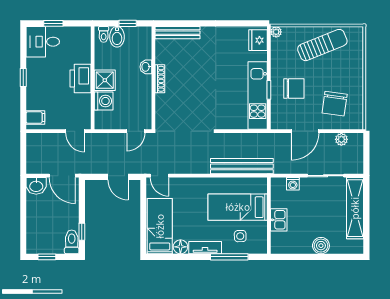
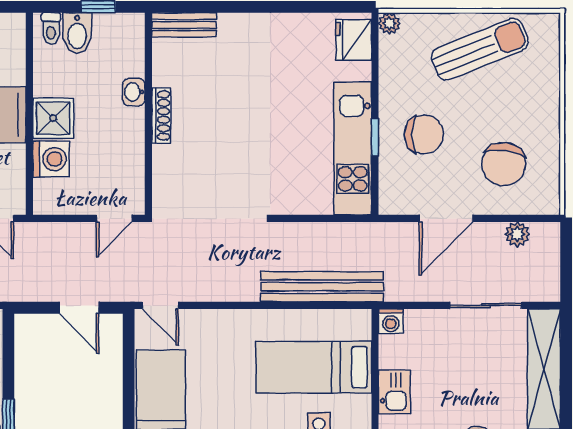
bench: (177, 33) -> (184, 25), width x0.73
washing machine: (293, 184) -> (391, 321), moved

